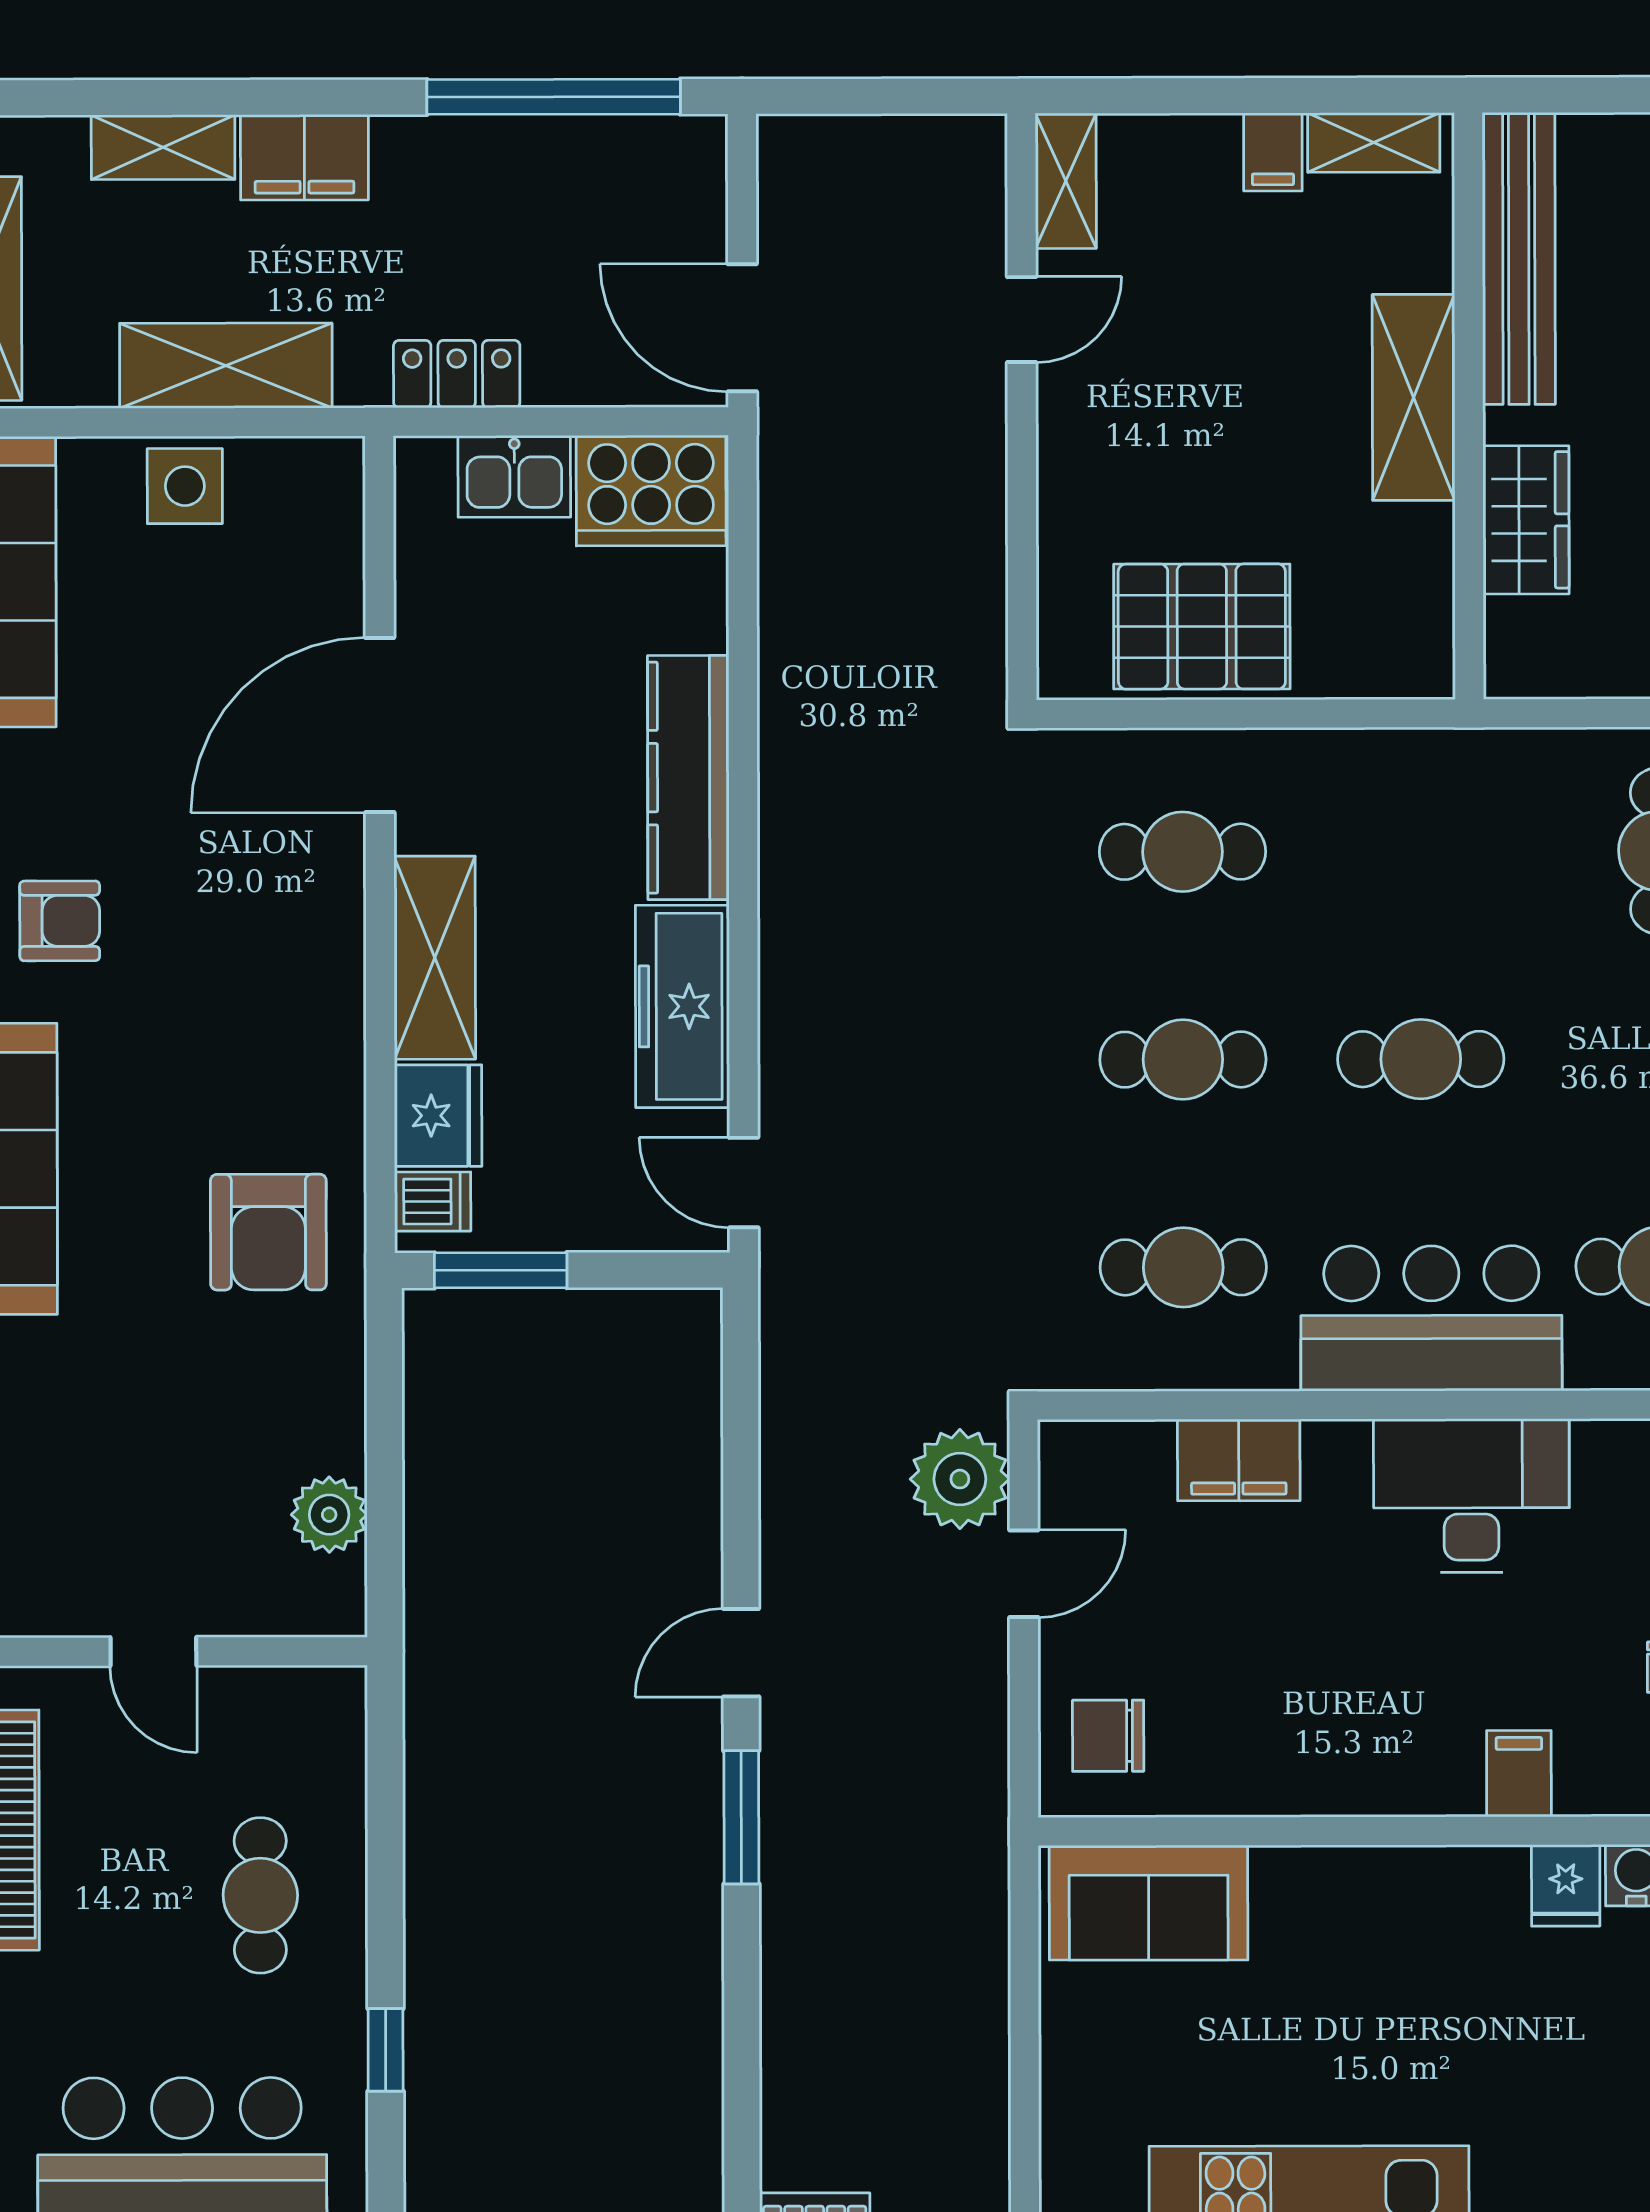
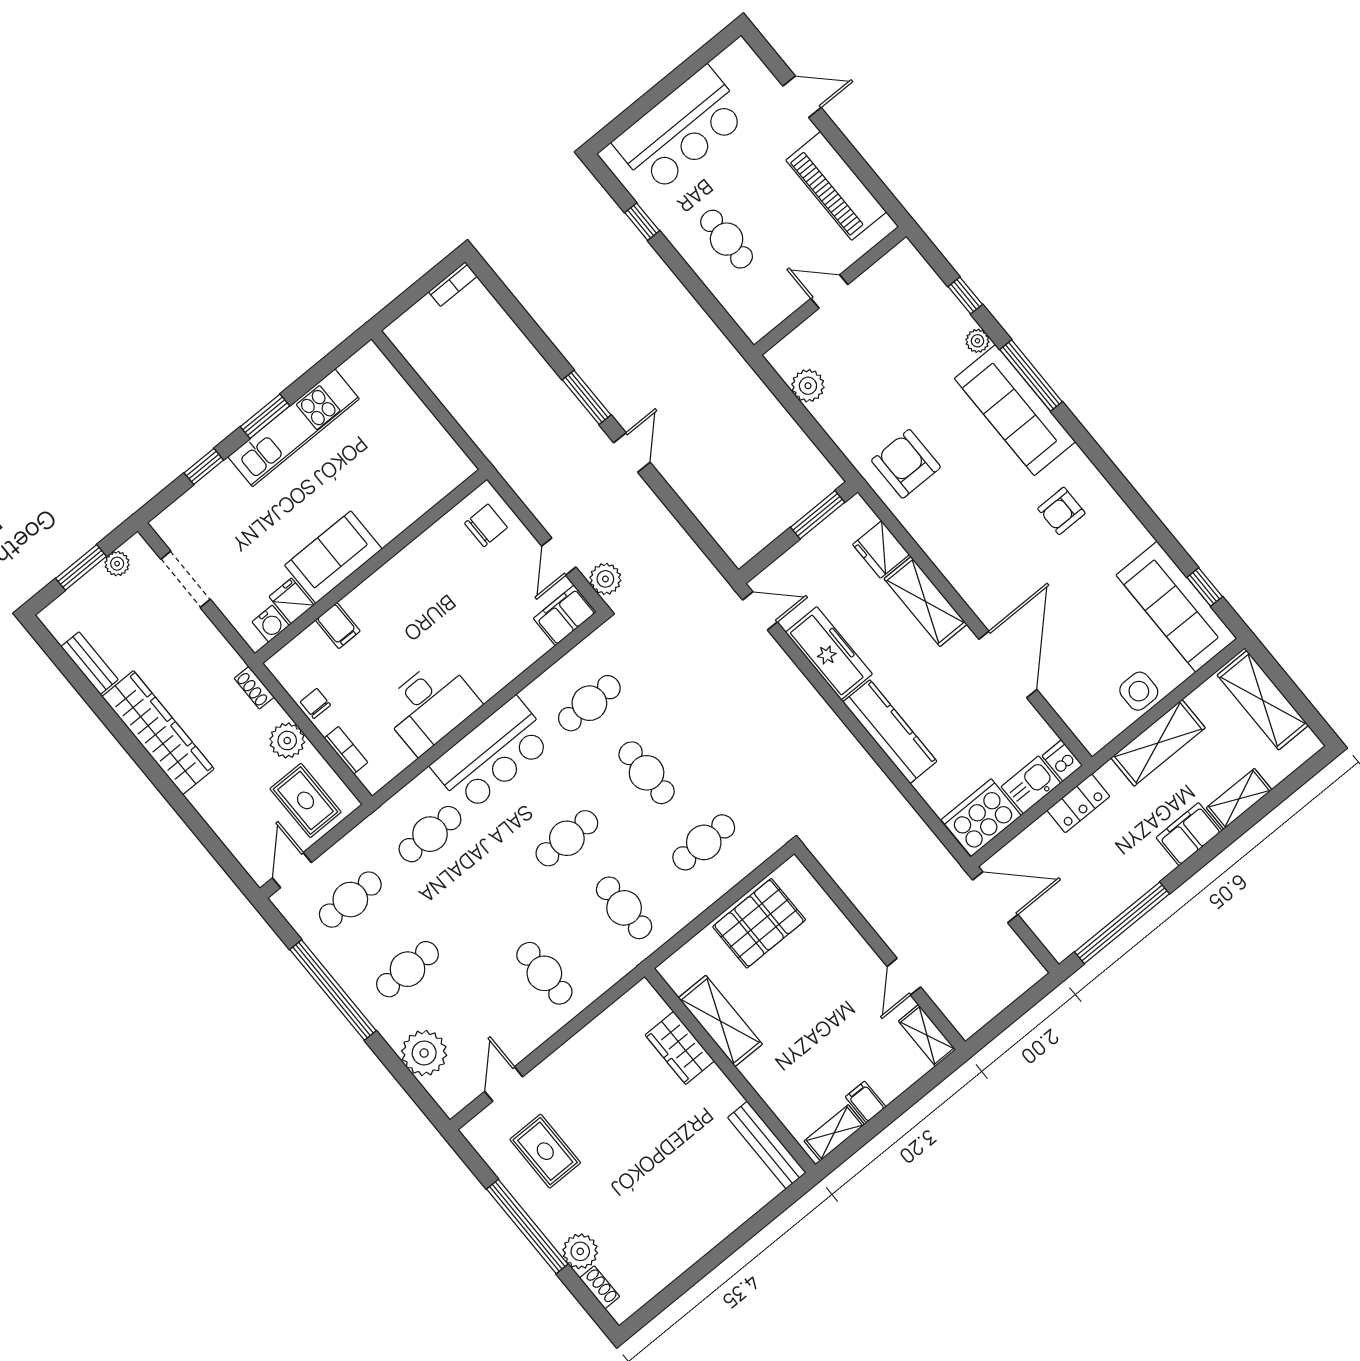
bench: (1519, 258) -> (767, 1145), width x0.73, depth x0.82
shelving: (1414, 397) -> (720, 1021), moved
cafe table: (1420, 851) -> (624, 908), added
cafe table: (1183, 1060) -> (647, 773), turned 90
dishwasher: (433, 1202) -> (1062, 761), moved, turned 90
filing cabinet: (1239, 1460) -> (565, 615), moved
plant: (960, 1479) -> (605, 579), width x0.73, depth x0.73
sofa: (1149, 1903) -> (333, 557), moved

